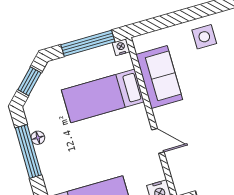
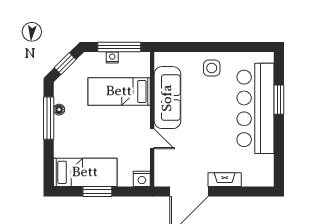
nightstand: (121, 47) -> (112, 57), moved
sofa: (159, 77) -> (167, 98), width x1.36

